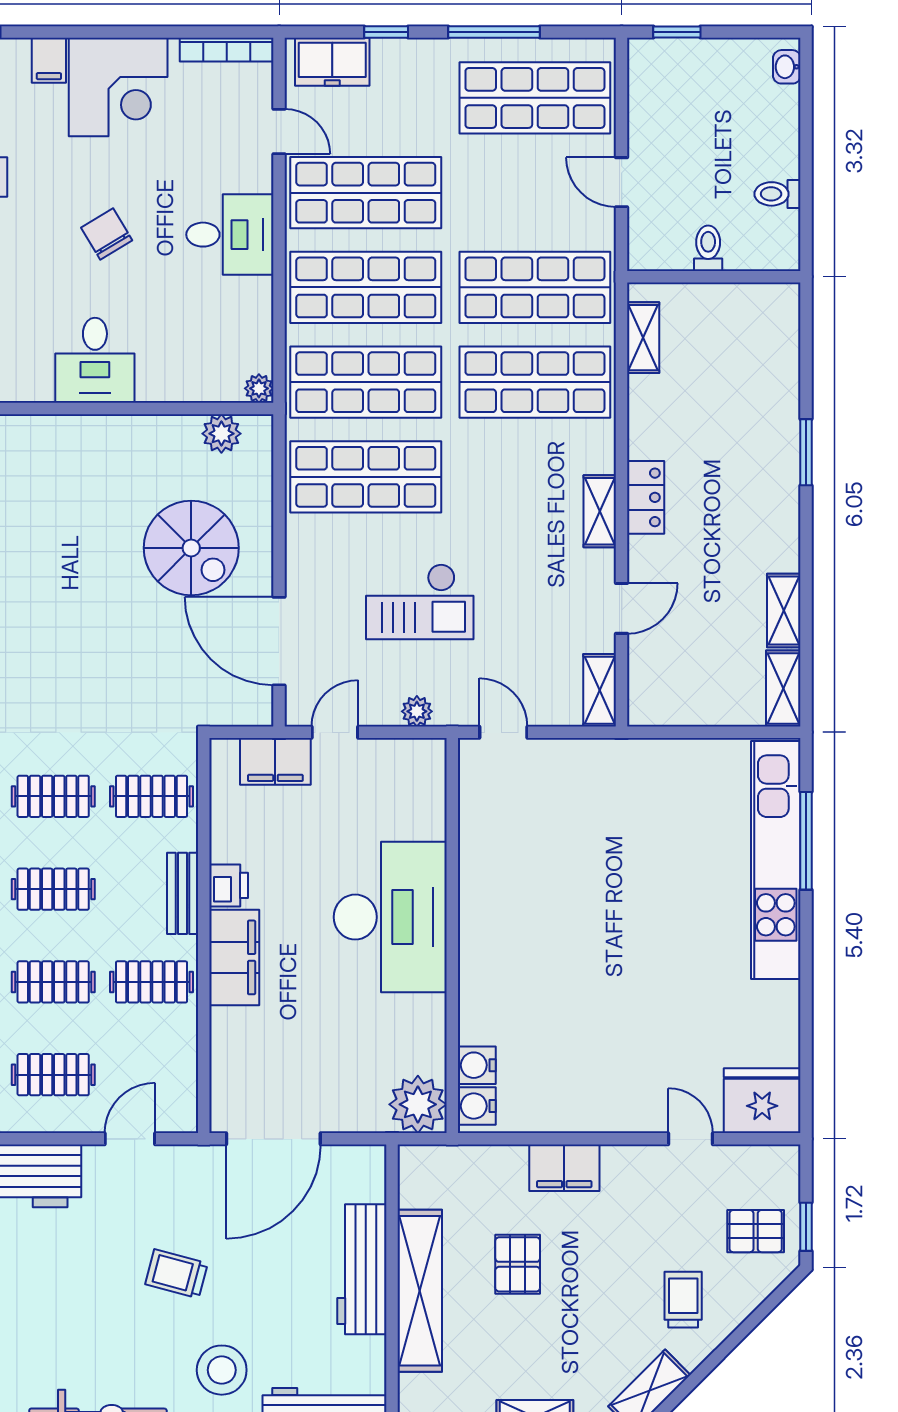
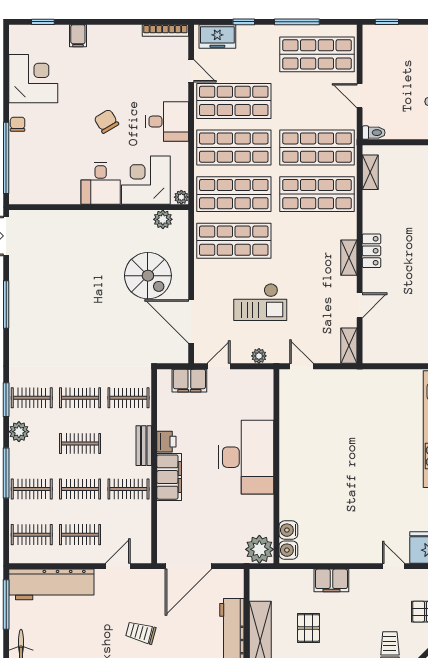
corner desk: (118, 87) -> (146, 180), moved, turned 180
toilet: (708, 248) -> (374, 133), moved, turned 90

